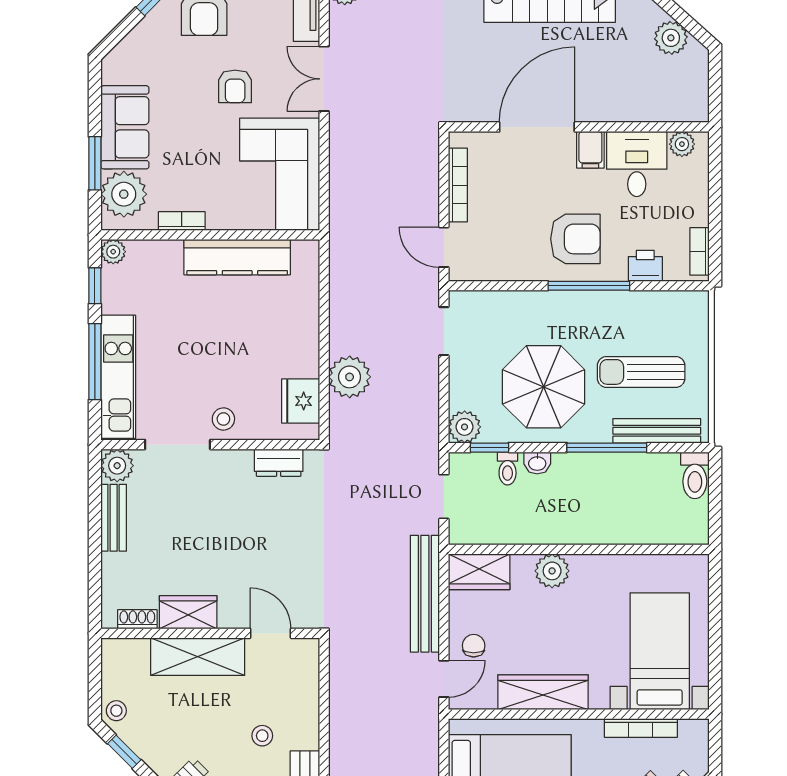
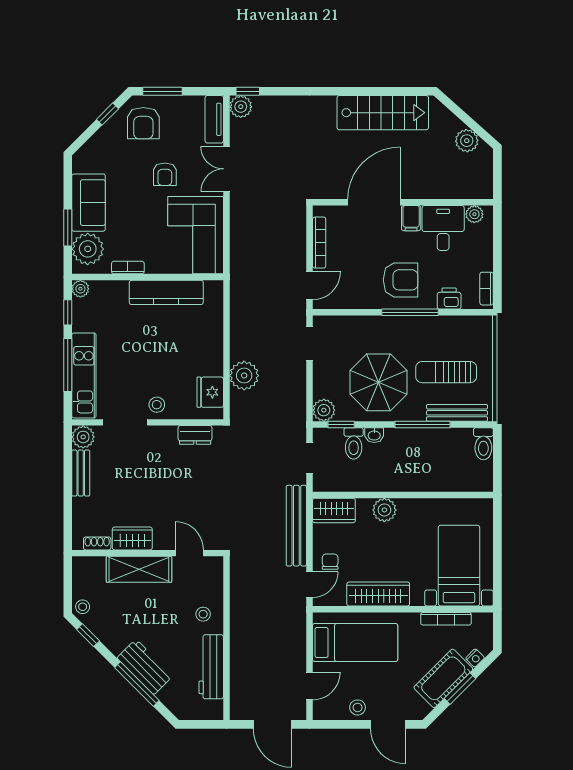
door: (444, 247) -> (310, 286), swing flipped
toilet: (508, 468) -> (354, 443), width x1.37, depth x1.39
stool: (262, 736) -> (203, 614), moved

